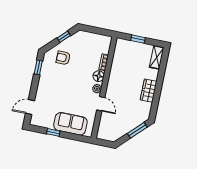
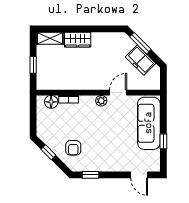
floor lamp: (99, 76) -> (51, 102), moved
wardrobe: (149, 91) -> (78, 40), moved
sofa: (70, 124) -> (149, 123), width x1.36
freezer: (124, 128) -> (141, 60), added

